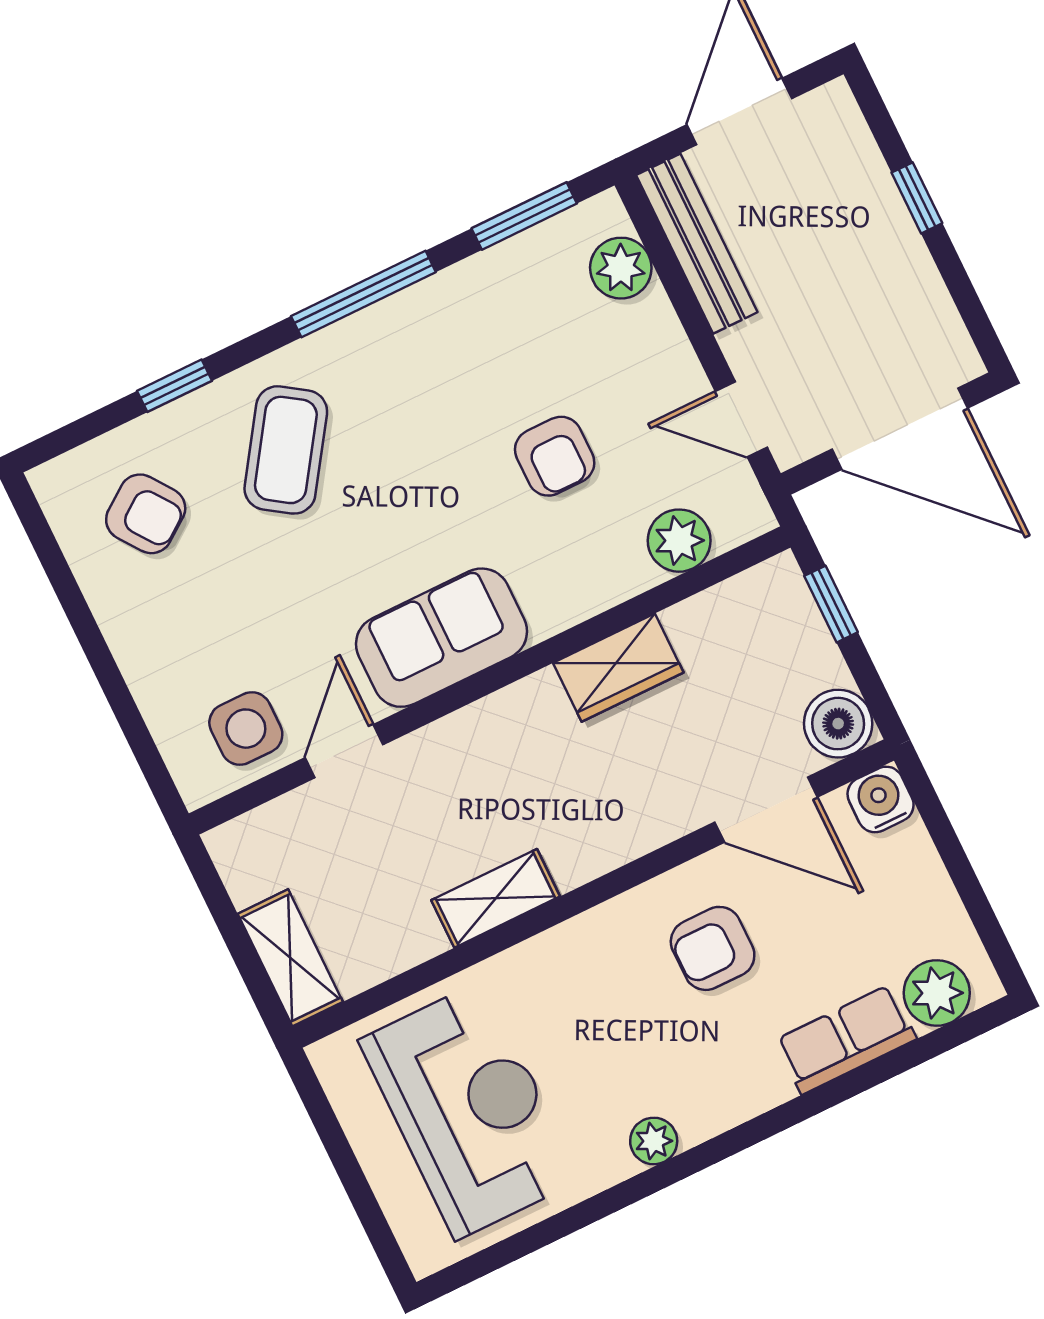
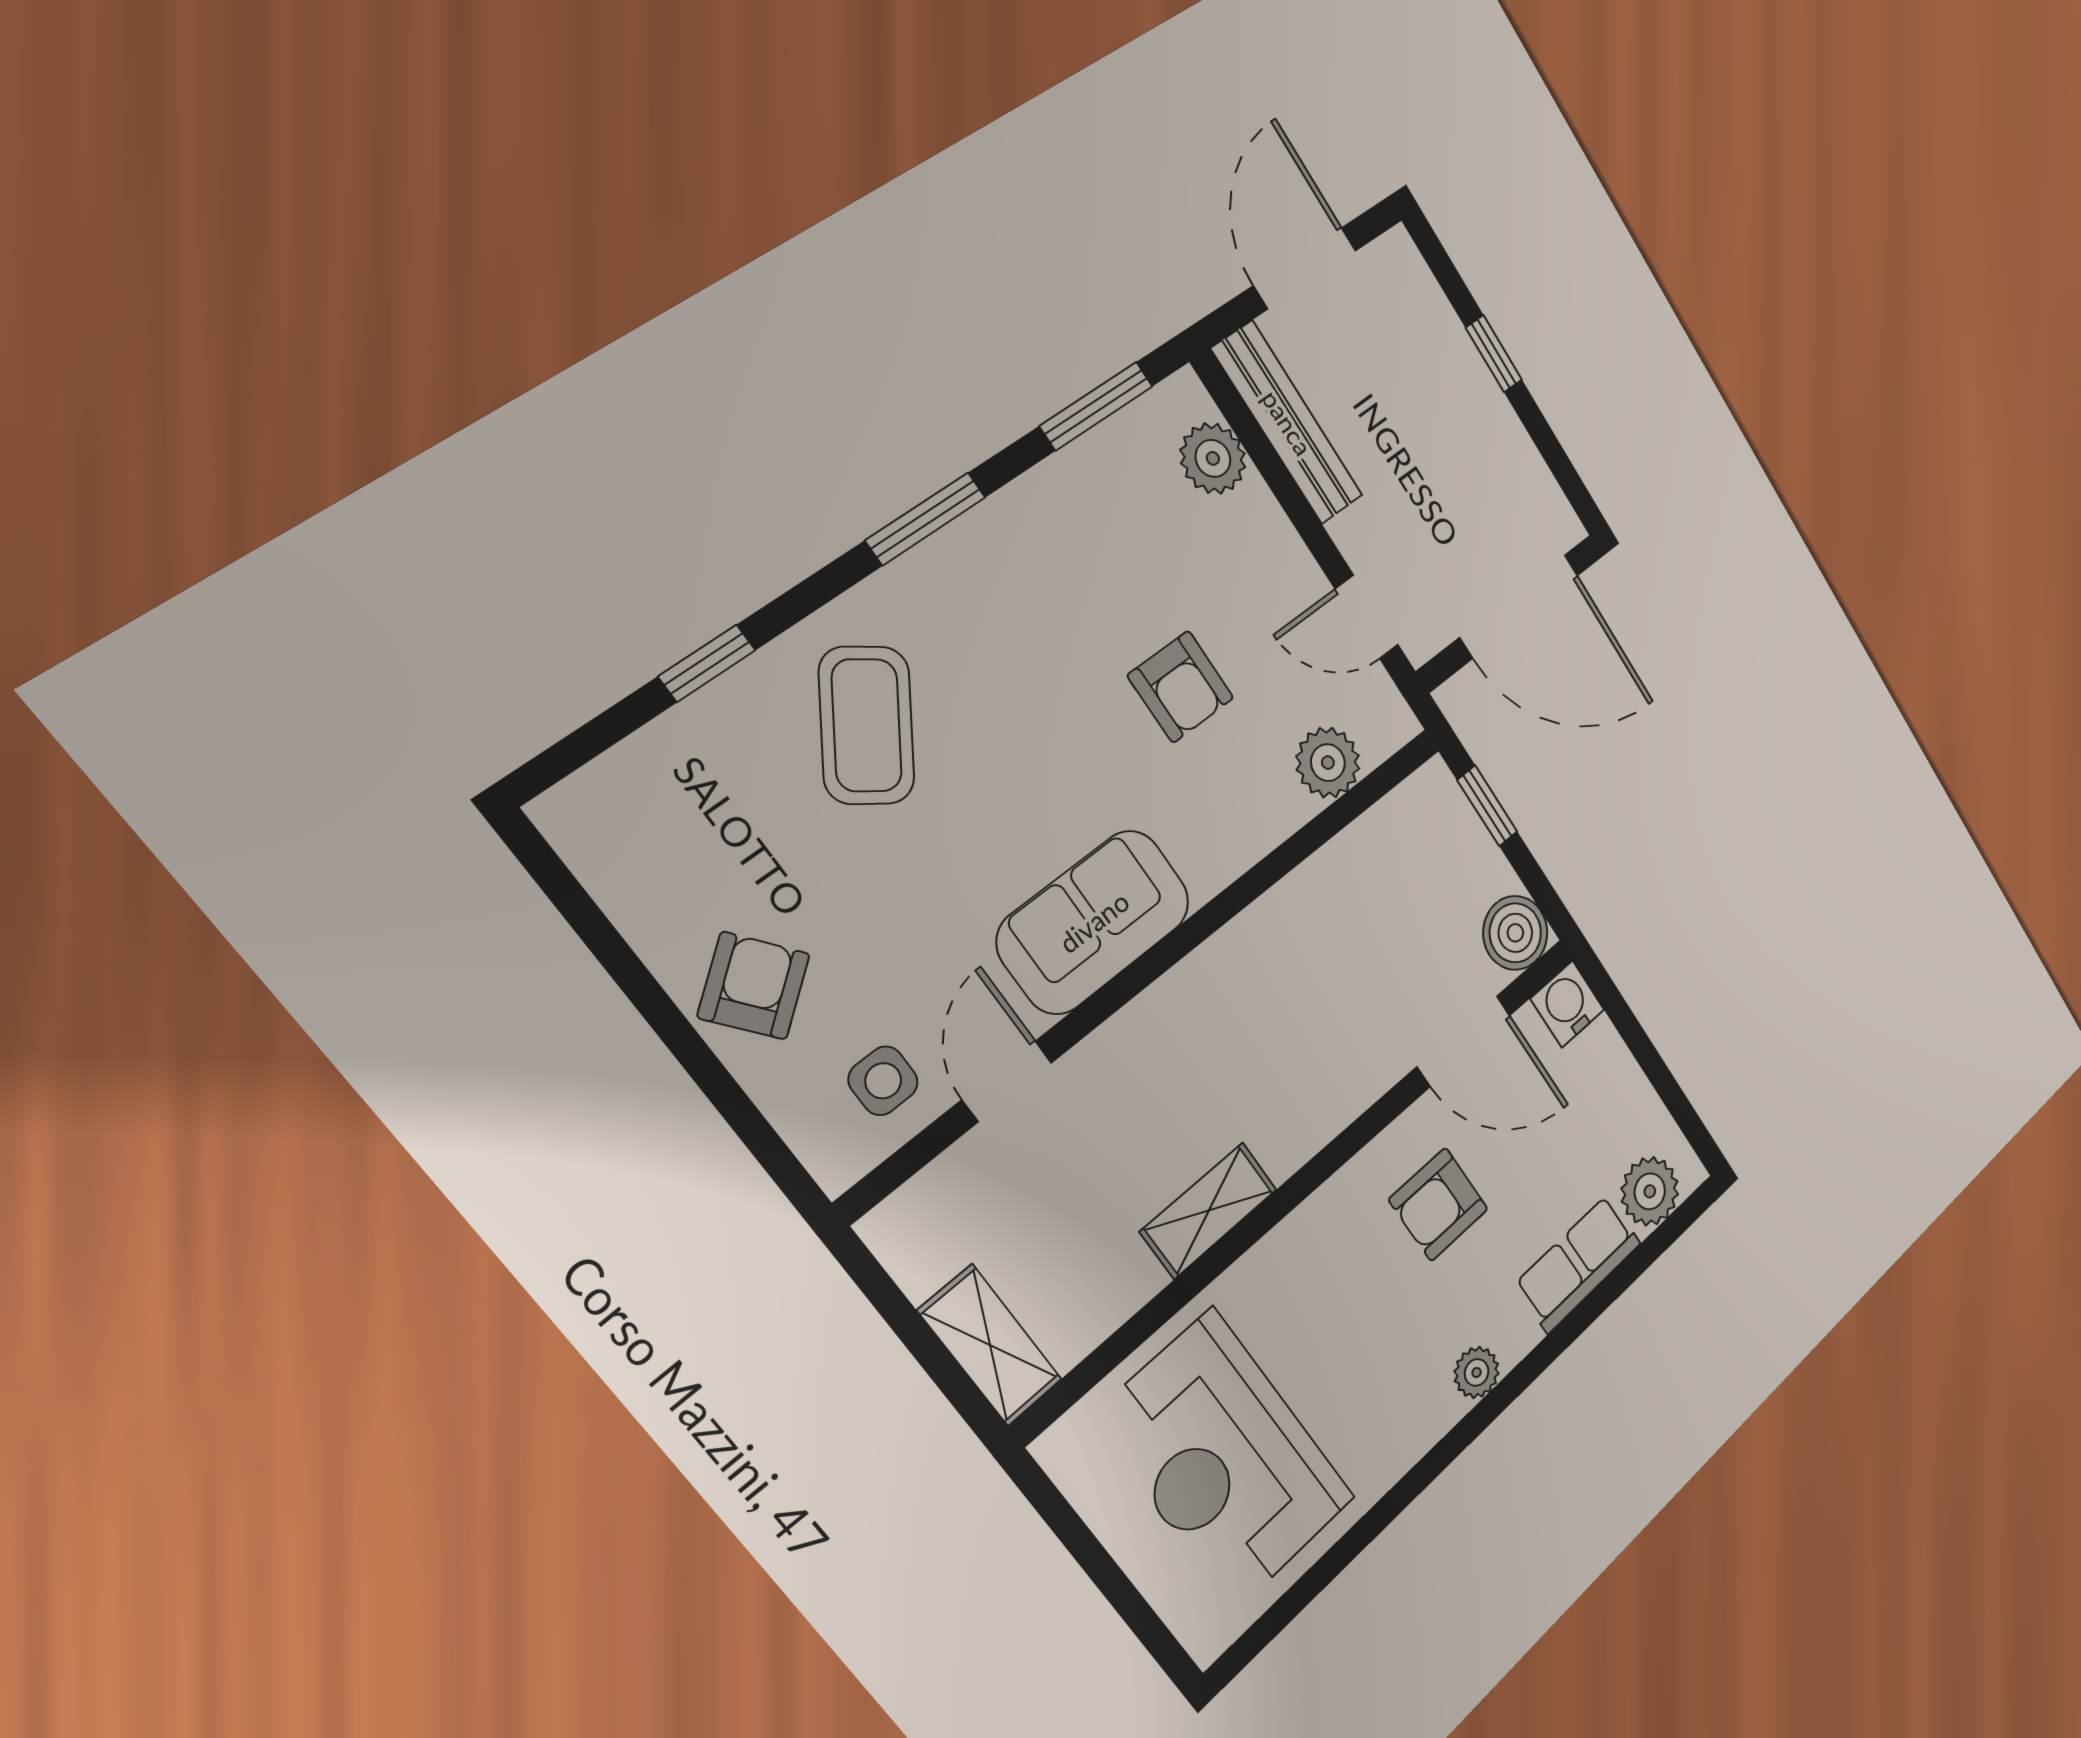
window: (363, 294) -> (926, 519), width x0.69
armchair: (146, 514) -> (754, 986), moved, turned -92
wardrobe: (618, 668) -> (1291, 918), removed
side table: (246, 729) -> (883, 1081), width x0.73, depth x0.73
reception desk: (469, 1110) -> (1224, 1459), turned 180
plant: (654, 1141) -> (1477, 1372), moved

